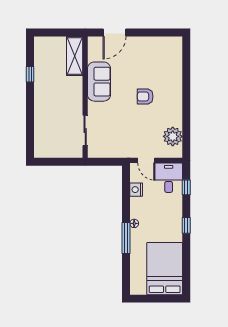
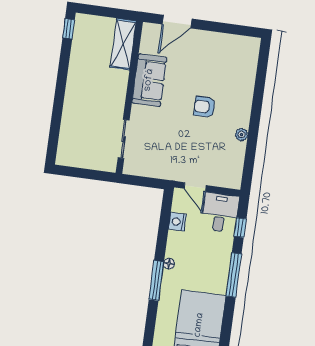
window: (30, 74) -> (69, 29), moved
plant: (173, 136) -> (242, 135), moved, width x0.53, depth x0.53
window: (186, 225) -> (234, 275), width x2.17

